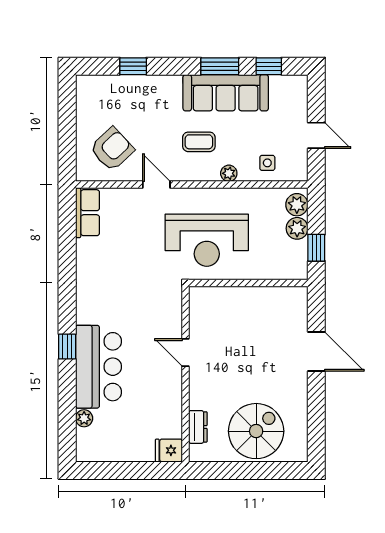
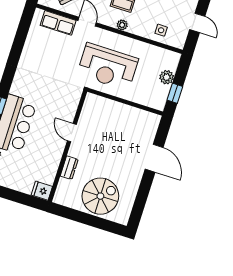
plant: (229, 173) -> (122, 25), moved
plant: (297, 205) -> (171, 62), removed
row of seats: (87, 213) -> (58, 23), moved, turned 90
dresser: (198, 427) -> (69, 168), moved

